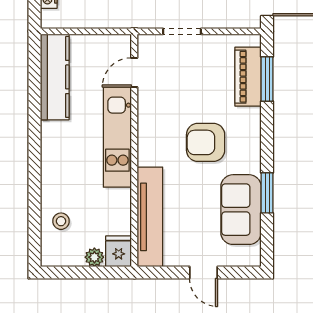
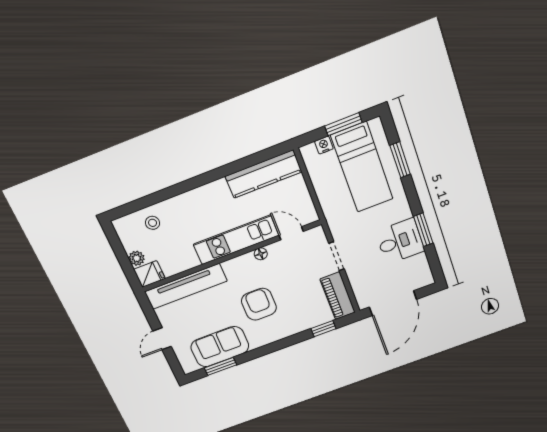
piano: (248, 77) -> (338, 296), moved, turned -90
window: (267, 79) -> (323, 329), width x0.67
floor lamp: (145, 116) -> (261, 254), added
window: (267, 193) -> (221, 366), moved

